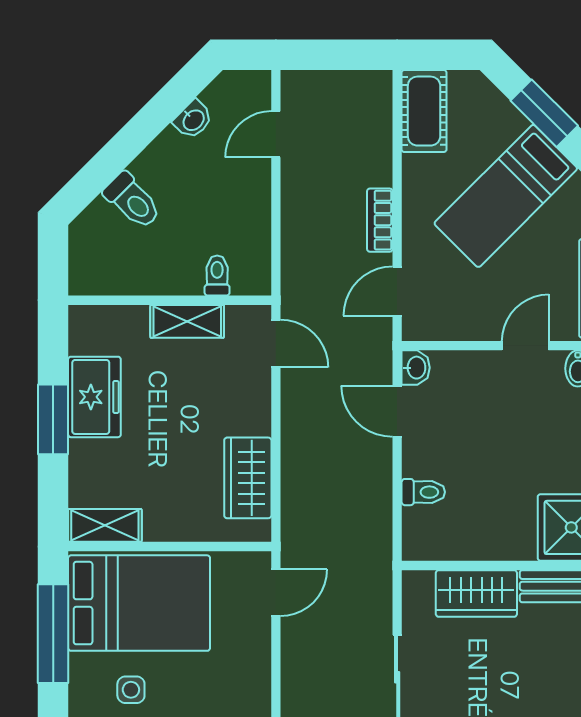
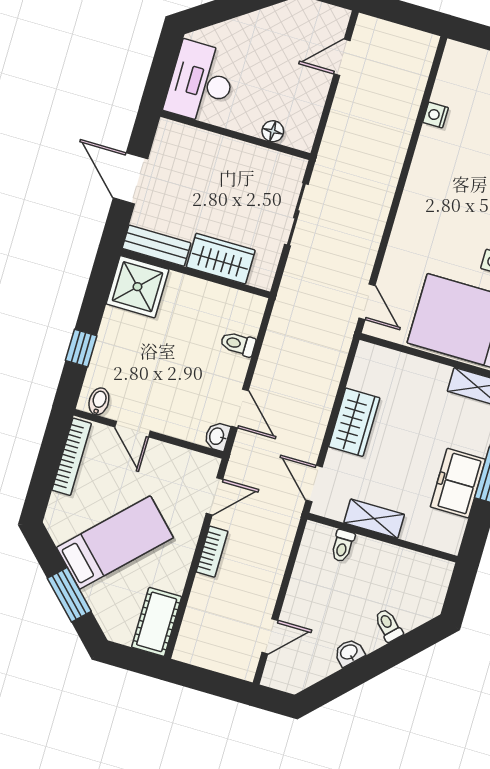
washbasin: (193, 120) -> (349, 652), moved
toilet: (132, 201) -> (388, 625), width x0.73, depth x0.72
door: (525, 346) -> (132, 429), hinge flipped
wardrobe: (248, 478) -> (354, 422), moved
door: (276, 593) -> (367, 302), swing flipped

